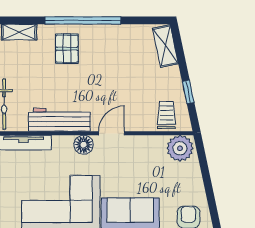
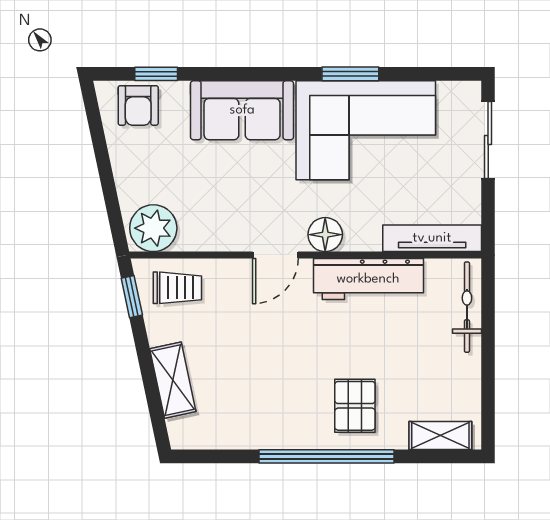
shelving: (165, 46) -> (173, 380), moved
window: (188, 92) -> (132, 297), moved
trolley: (167, 115) -> (177, 288), turned -90

